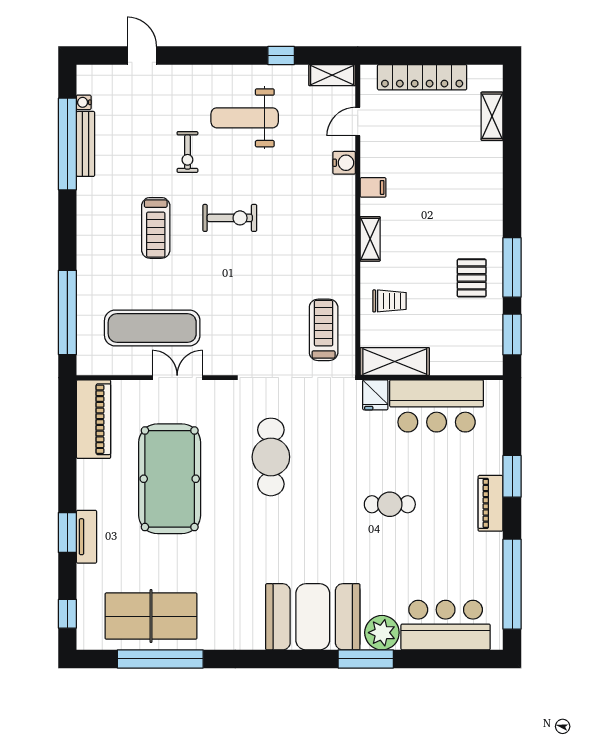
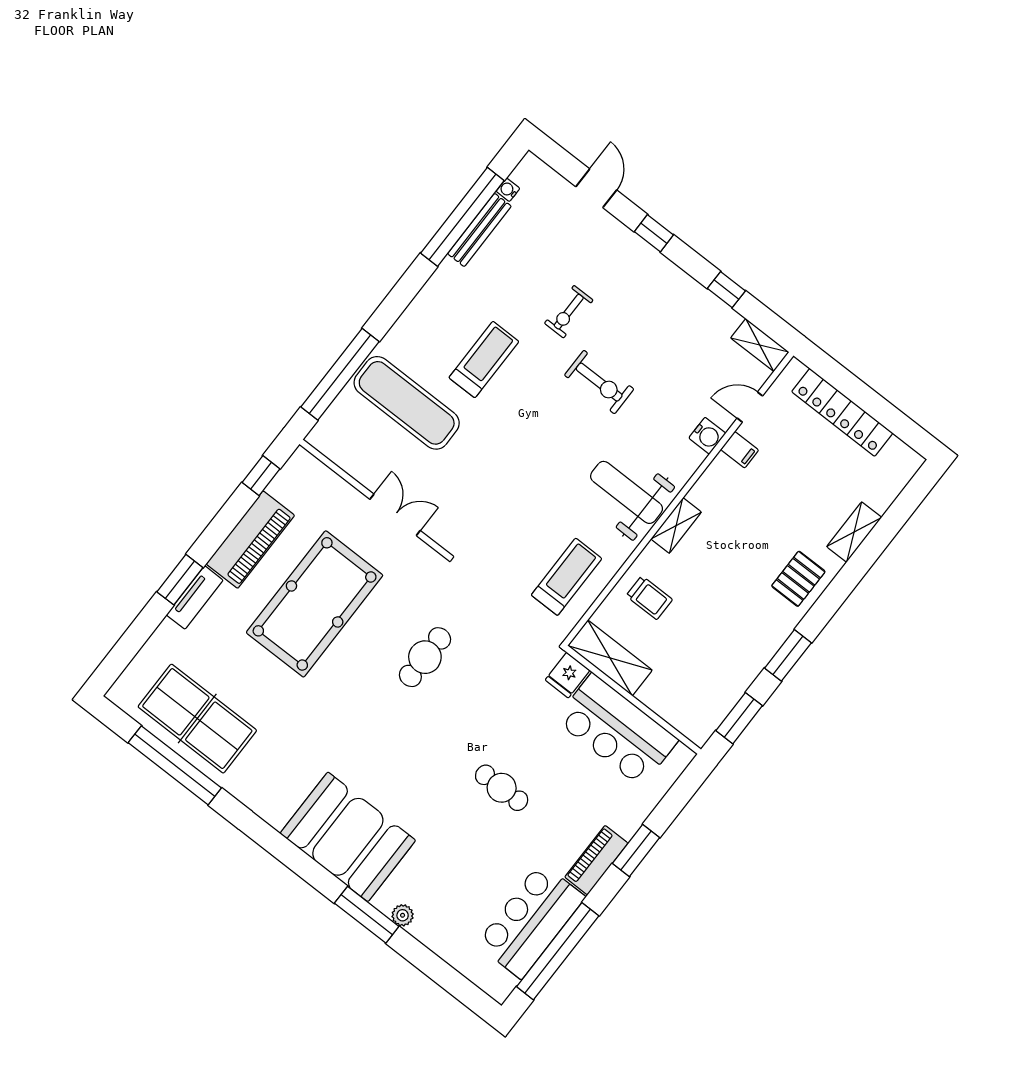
window: (203, 55) -> (654, 233), added
shelving: (492, 116) -> (854, 532), moved
weight bench: (245, 118) -> (627, 492), moved
filing cabinet: (373, 187) -> (740, 450), moved
exercise bike: (230, 218) -> (599, 382), moved
treadmill: (156, 228) -> (484, 360), turned 180
window: (512, 267) -> (788, 655), width x0.69
pallet: (472, 278) -> (798, 579), moved
exercise mat: (152, 328) -> (407, 403), moved
piano: (94, 419) -> (250, 540), moved
cafe table: (271, 457) -> (425, 657), width x0.73, depth x0.74
window: (67, 614) -> (261, 476), moved
bar counter: (446, 625) -> (531, 921), moved, turned -90
plant: (382, 633) -> (403, 915), width x0.53, depth x0.53

